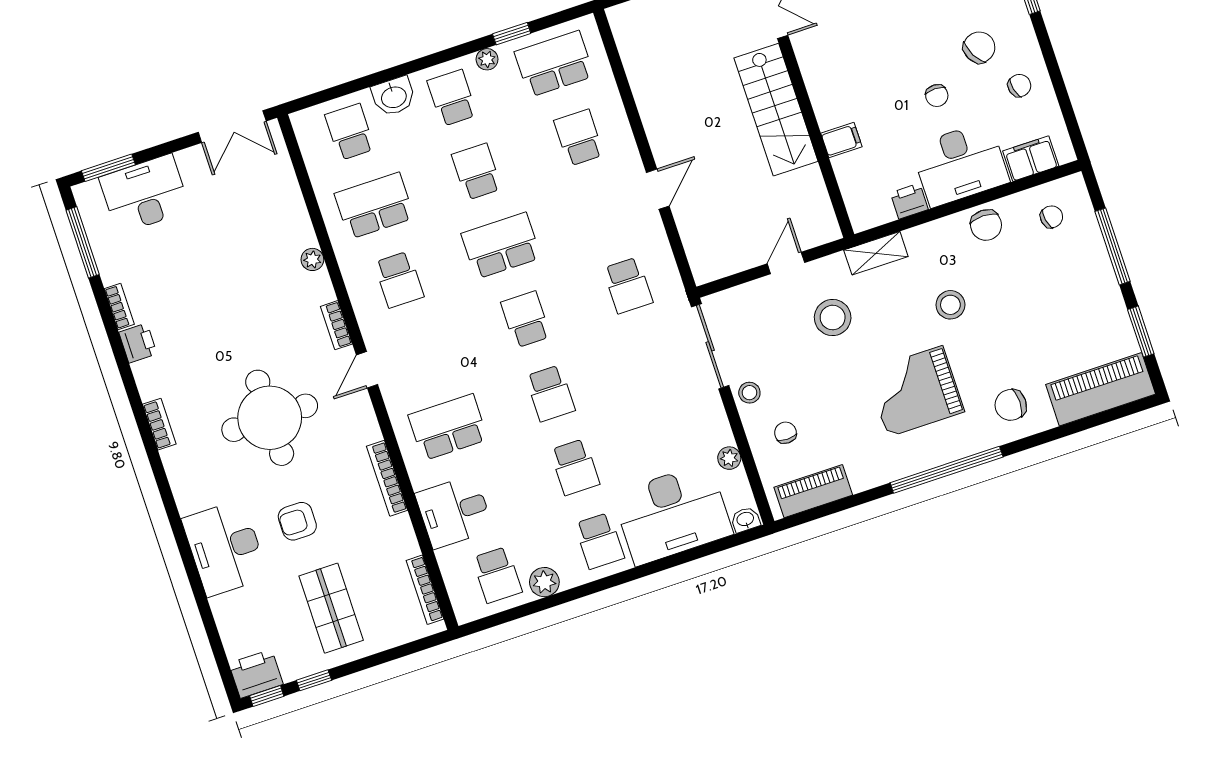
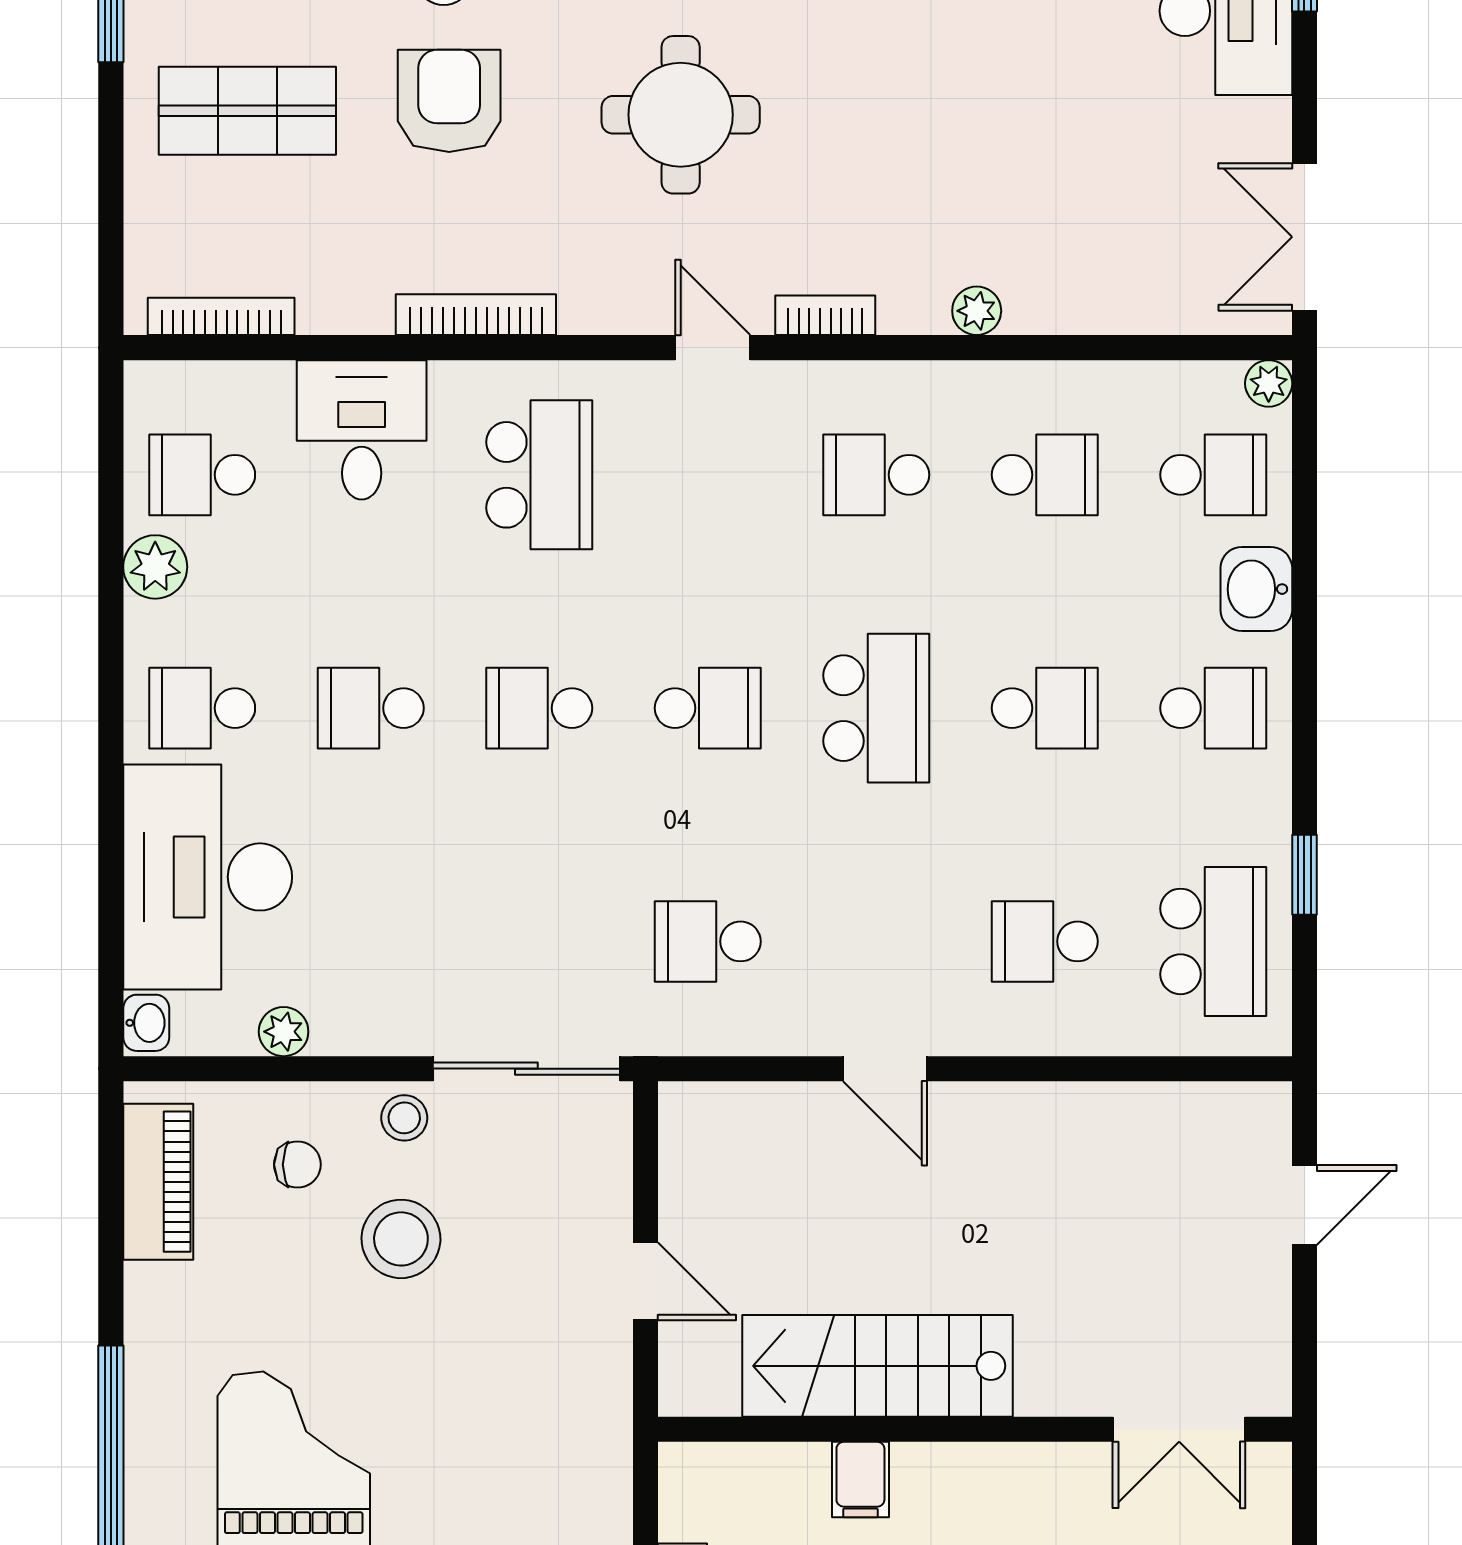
plant: (487, 59) -> (1269, 383), moved
stairs: (776, 110) -> (877, 1366), moved
school desk: (579, 138) -> (1045, 941), turned 180
school desk: (374, 206) -> (1045, 475), width x0.54
shelving: (876, 253) -> (604, 1473), removed
stool: (833, 318) -> (401, 1239), moved
round table: (270, 418) -> (681, 115), width x0.73, depth x0.73
armchair: (297, 521) -> (449, 101), width x1.38, depth x1.38

